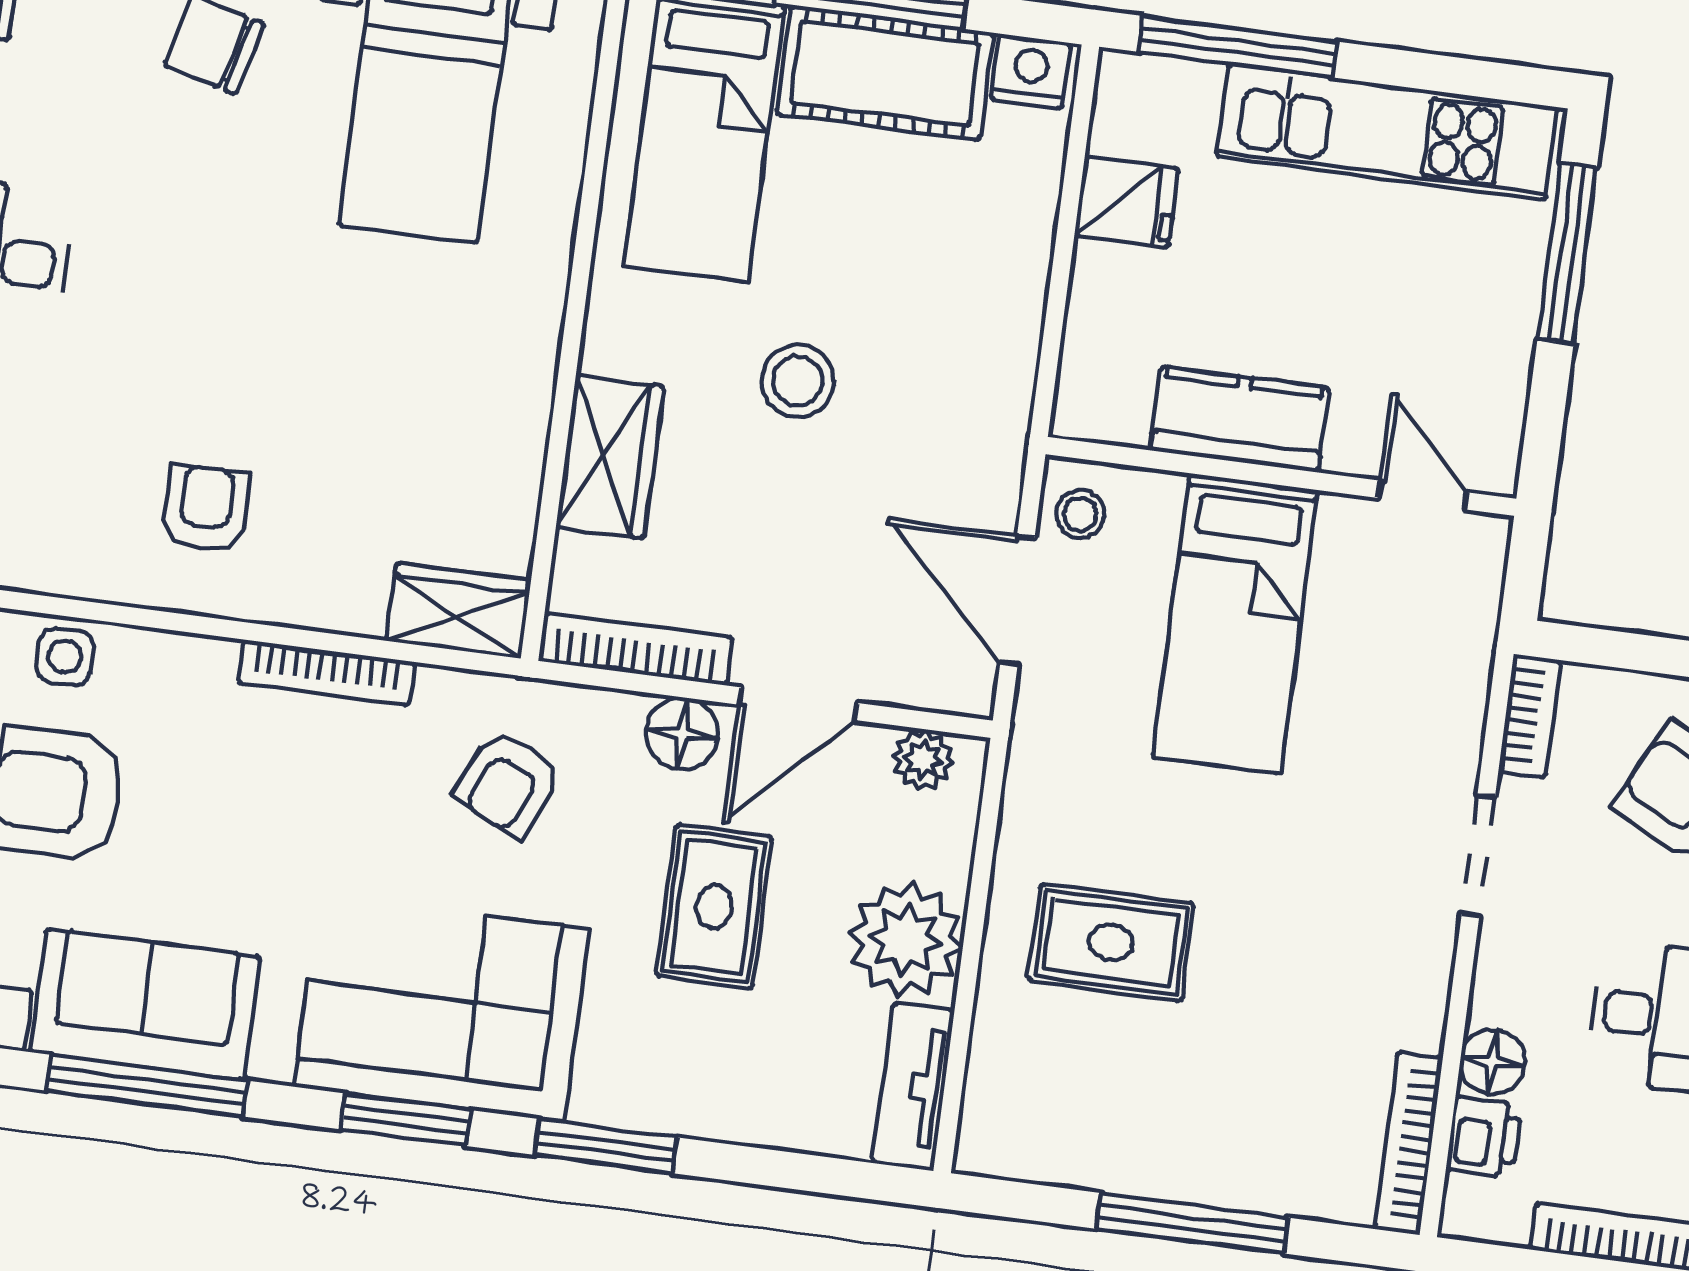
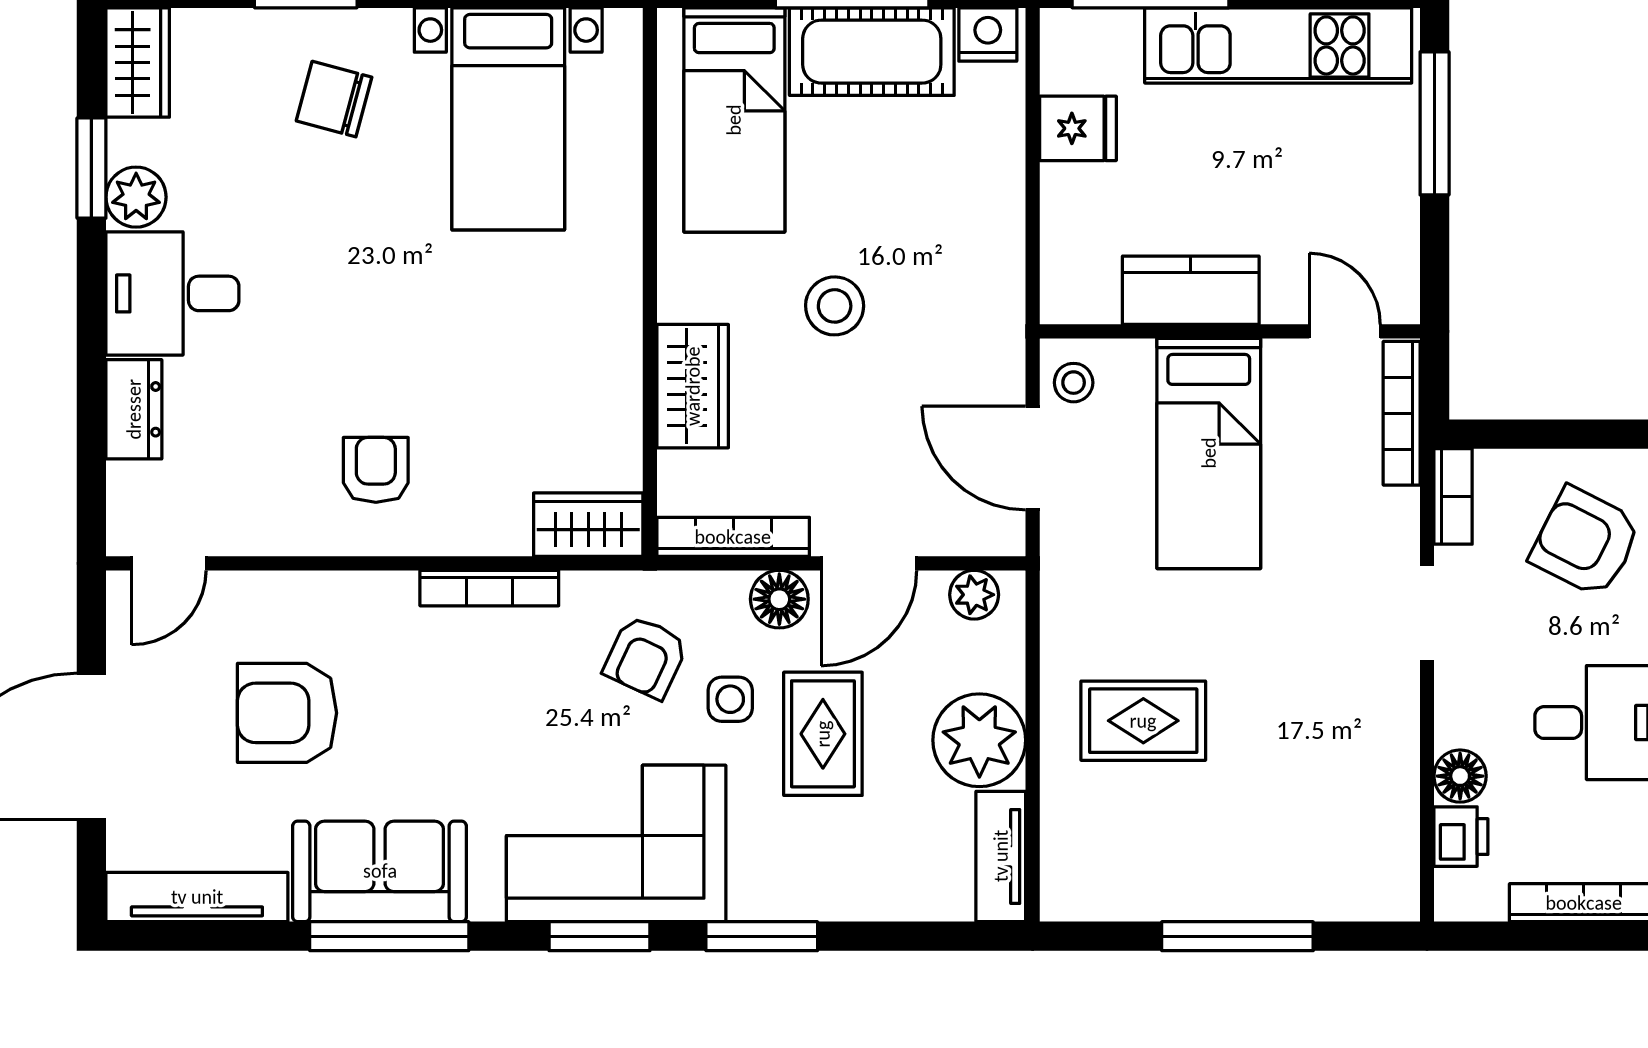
side table: (65, 656) -> (730, 699), moved
bookcase: (1409, 1144) -> (1402, 413), moved

